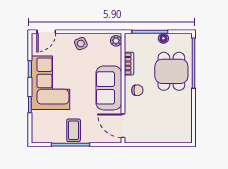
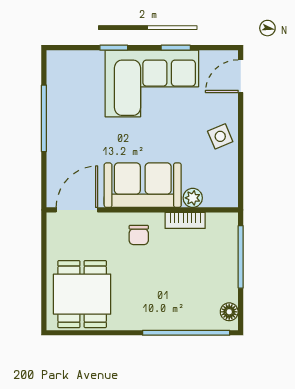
door: (46, 32) -> (241, 76), hinge flipped
floor lamp: (163, 38) -> (229, 312), moved
plant: (116, 41) -> (193, 198), moved
dining table: (171, 71) -> (82, 294), moved, turned 90
coffee table: (74, 130) -> (69, 124), removed

